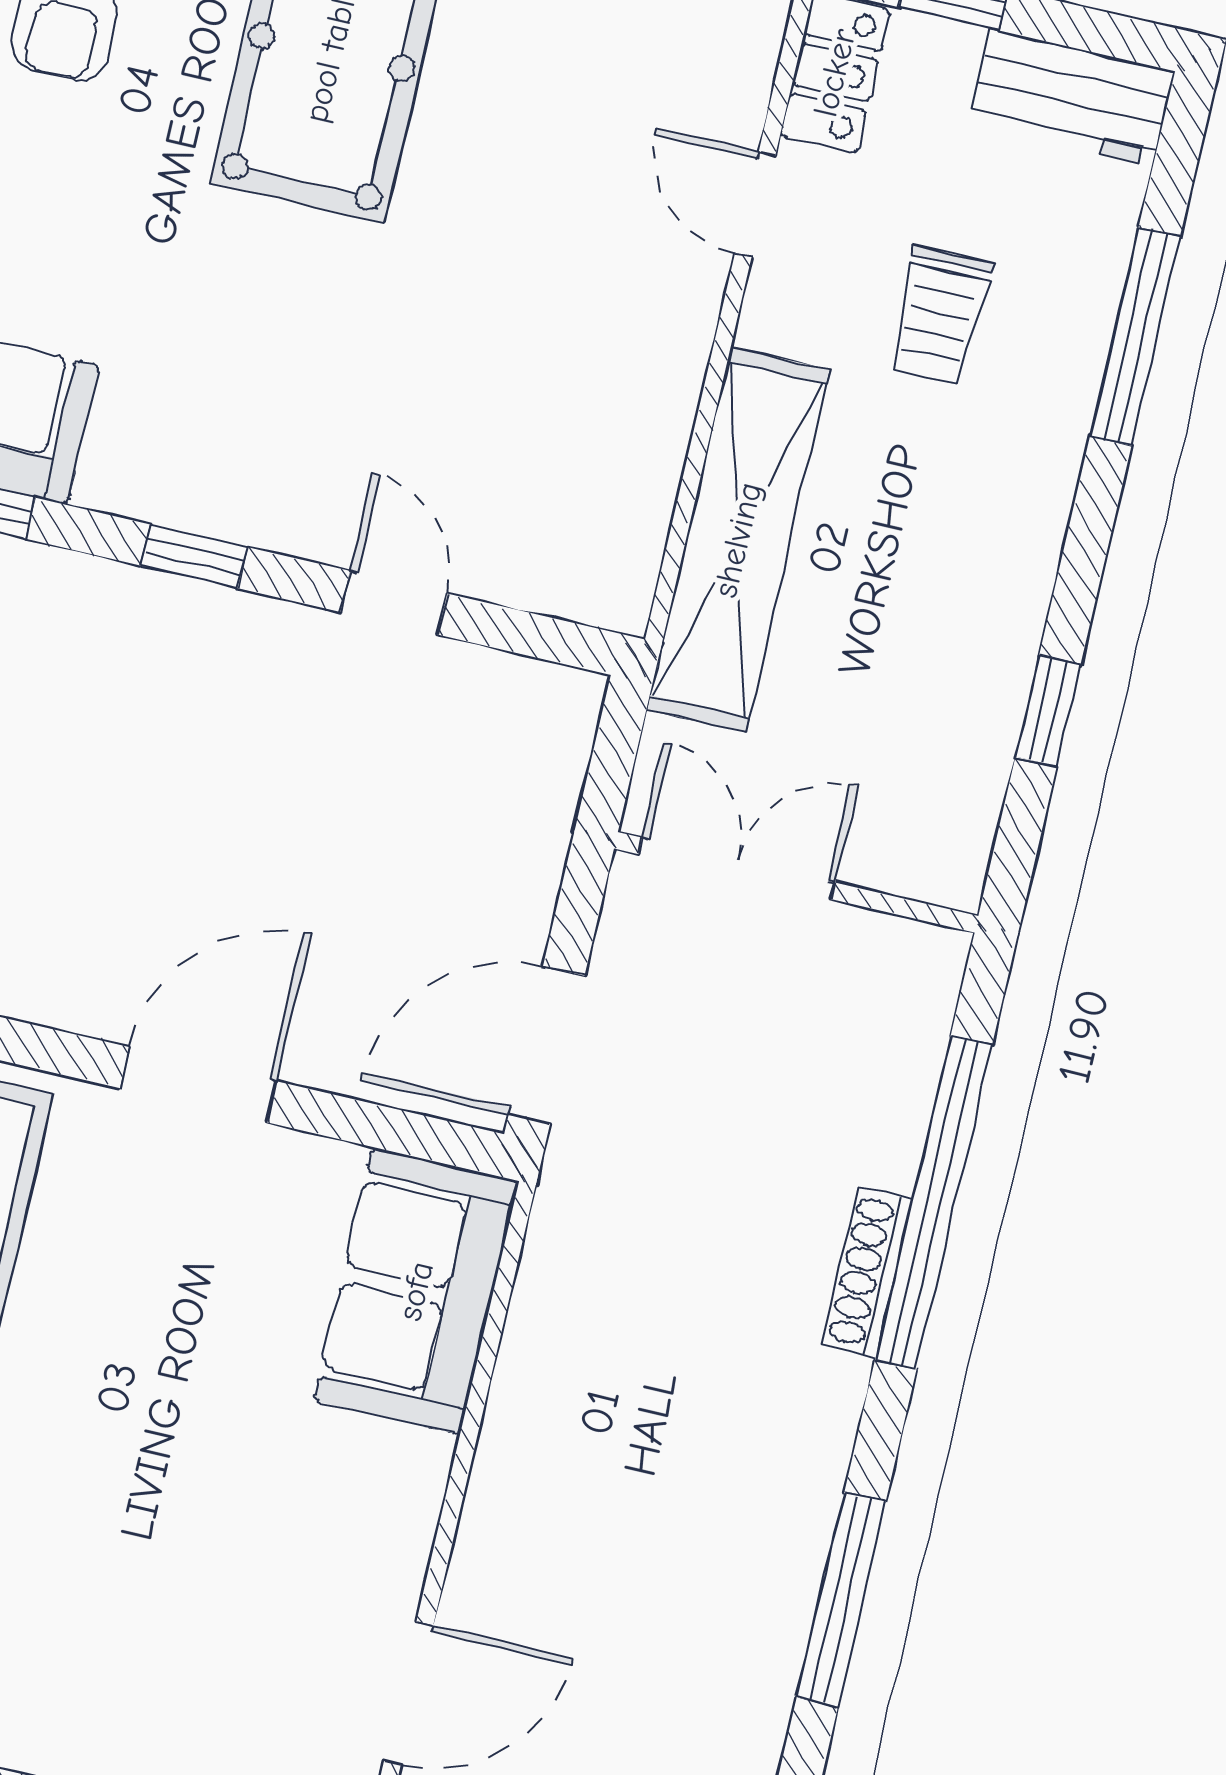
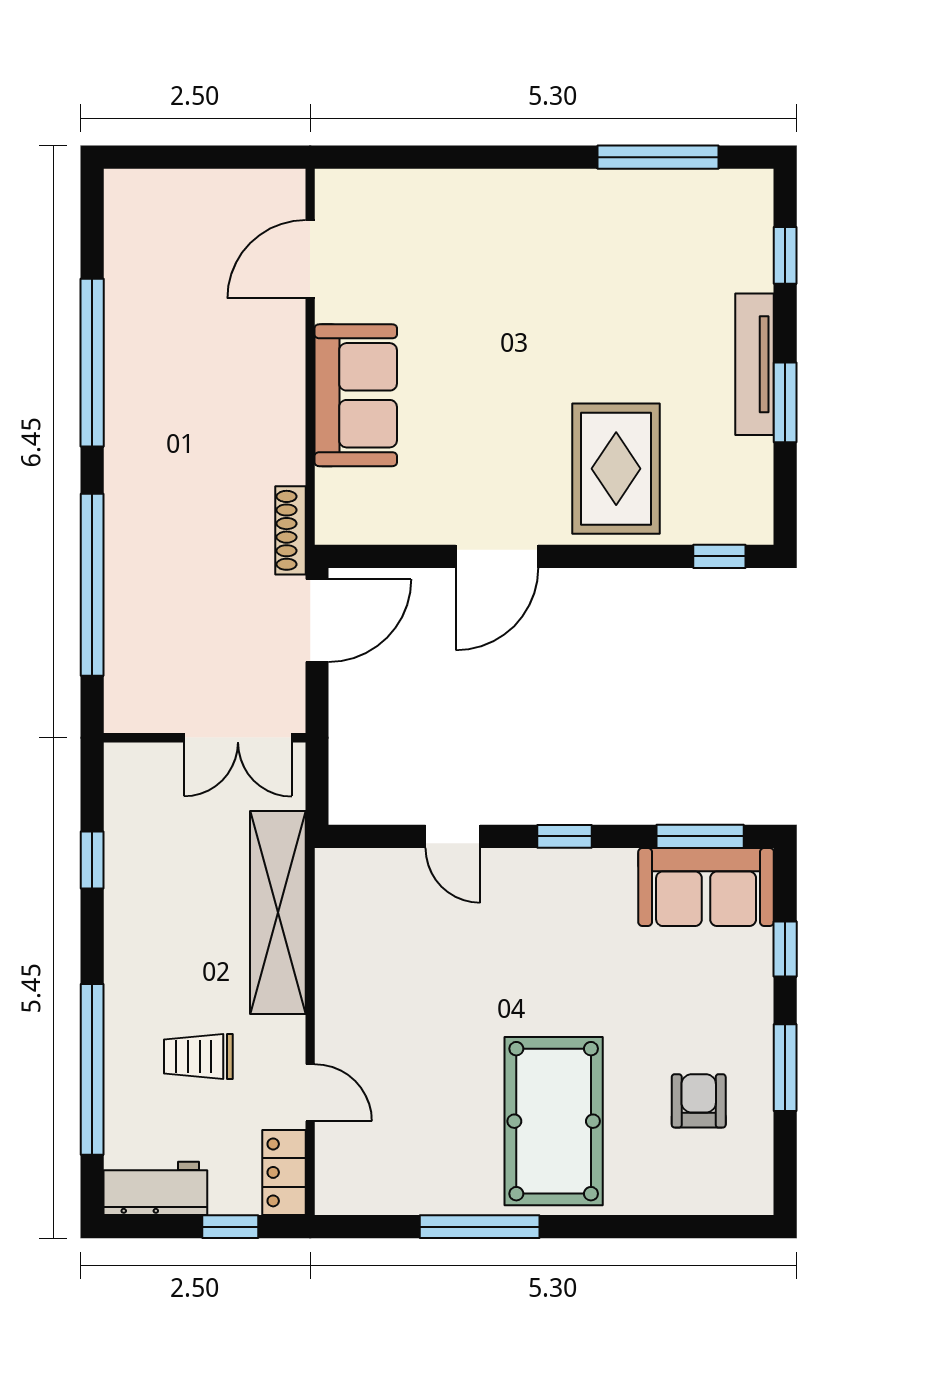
trolley: (940, 315) -> (198, 1057), turned -90
window: (1135, 337) -> (92, 1069), width x1.46
shoe rack: (867, 1272) -> (290, 530), moved, turned 180
sofa: (416, 1291) -> (356, 395), moved
window: (841, 1599) -> (92, 363), width x1.46

